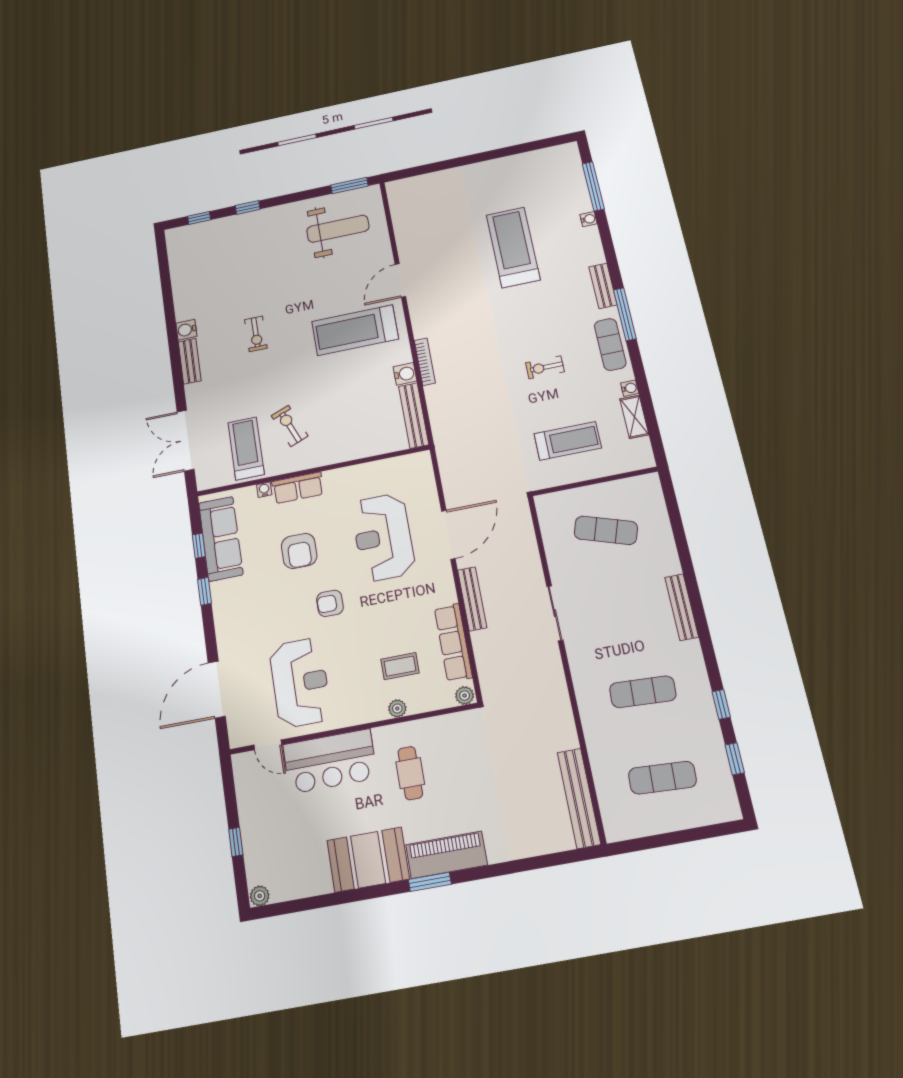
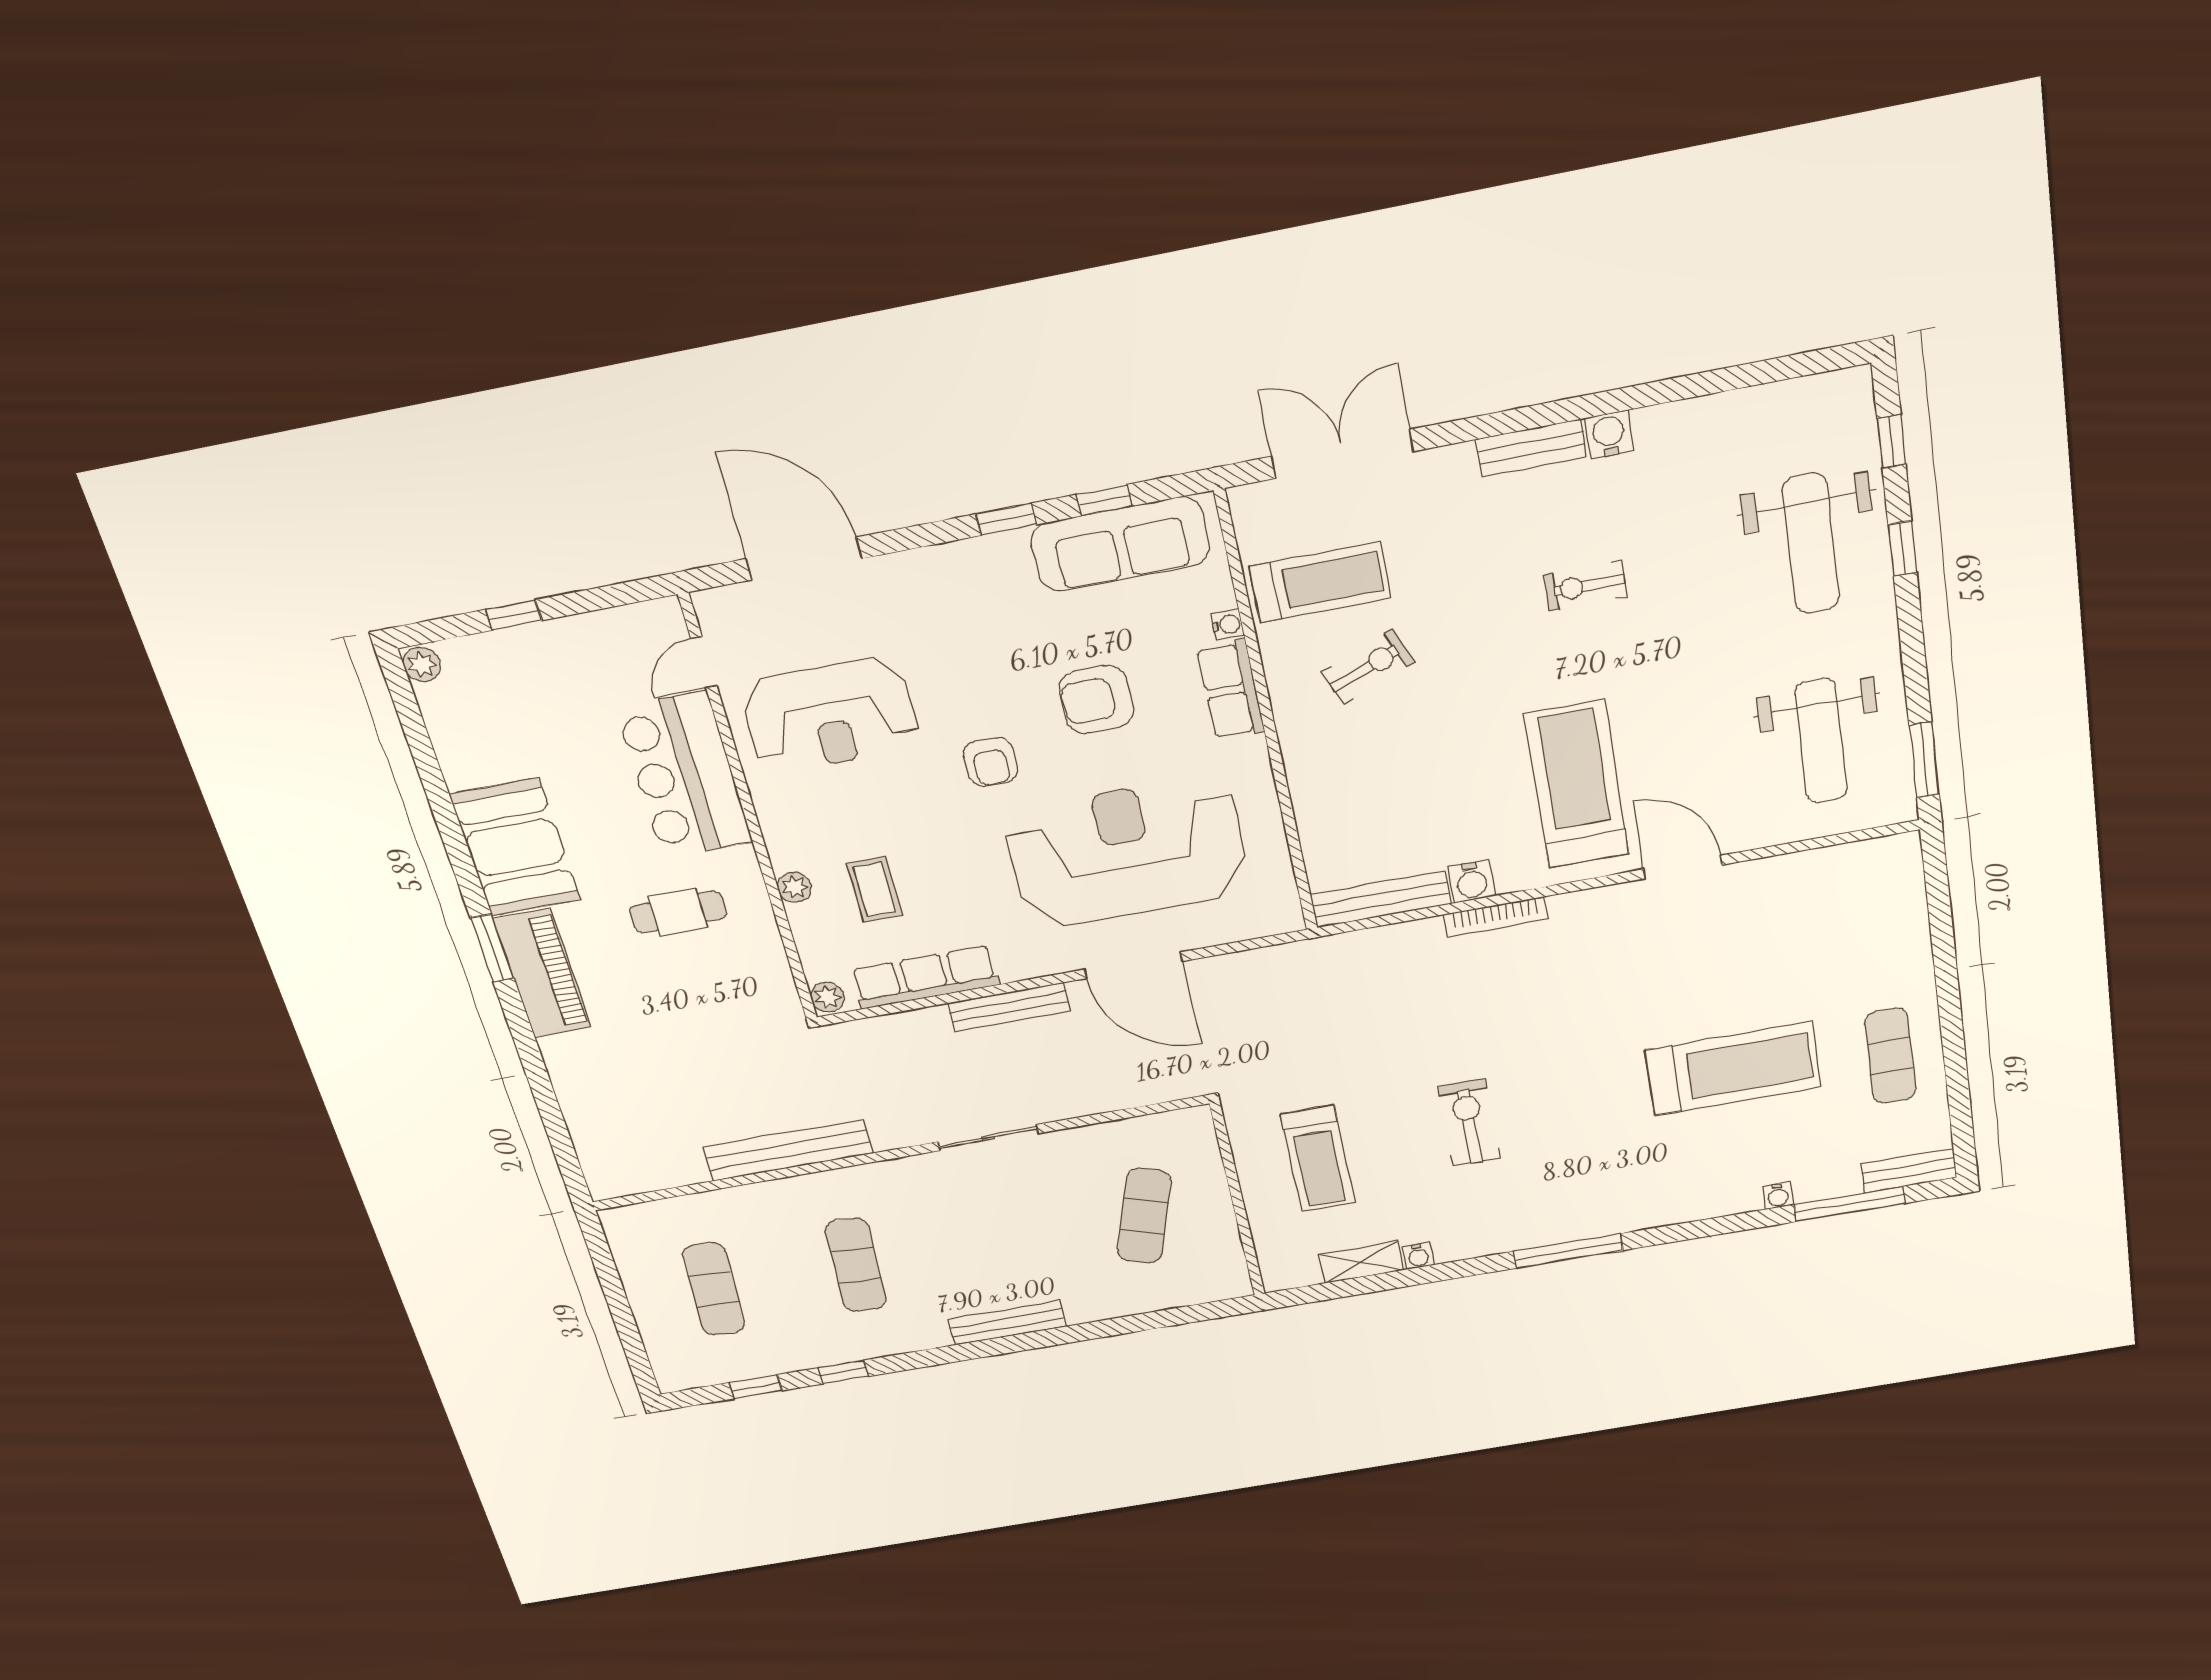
weight bench: (243, 244) -> (1811, 544), added
bench: (603, 286) -> (1909, 1171), moved
exercise mat: (610, 344) -> (1890, 1056), moved, turned 90
exercise bike: (545, 367) -> (1469, 1123), width x1.38, depth x1.39
reception desk: (383, 537) -> (1127, 852), width x1.36, depth x1.30
armchair: (330, 603) -> (990, 762), turned 180
bench: (579, 798) -> (788, 1150), moved

